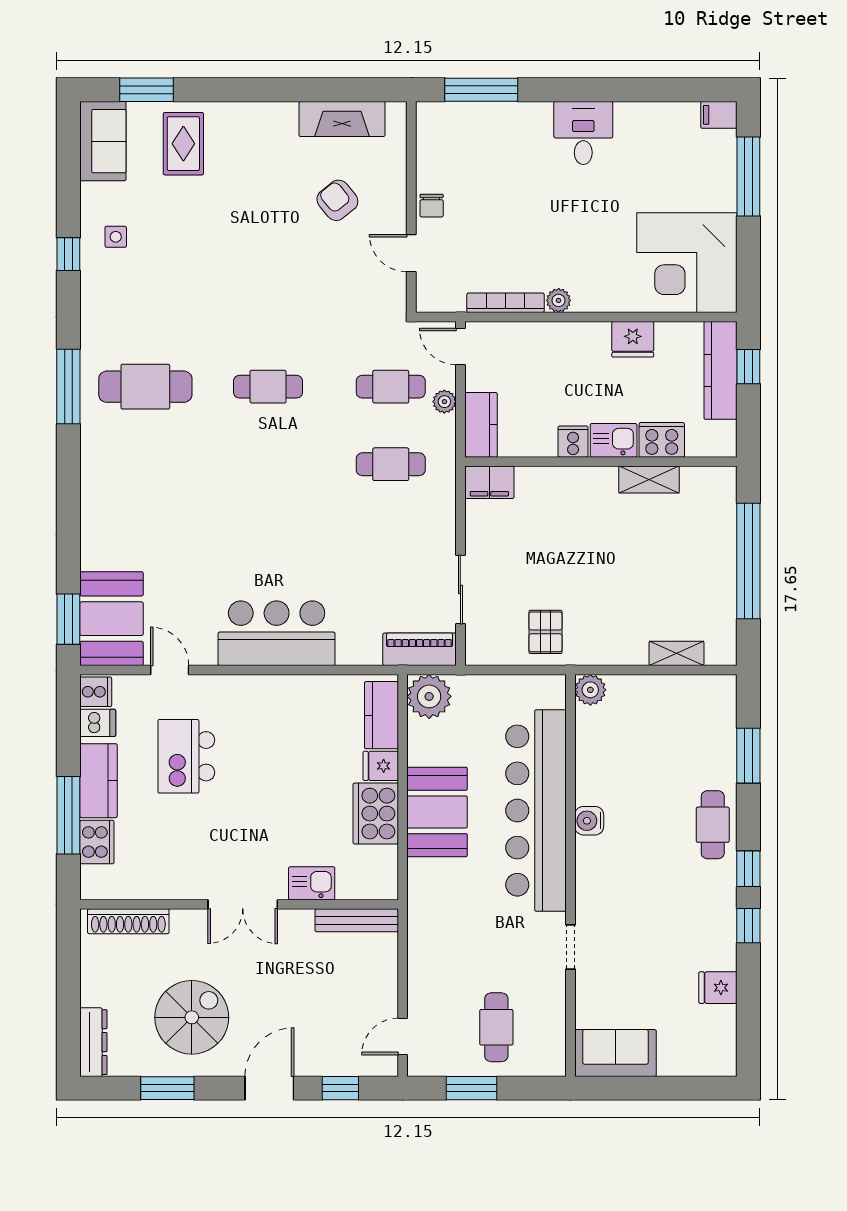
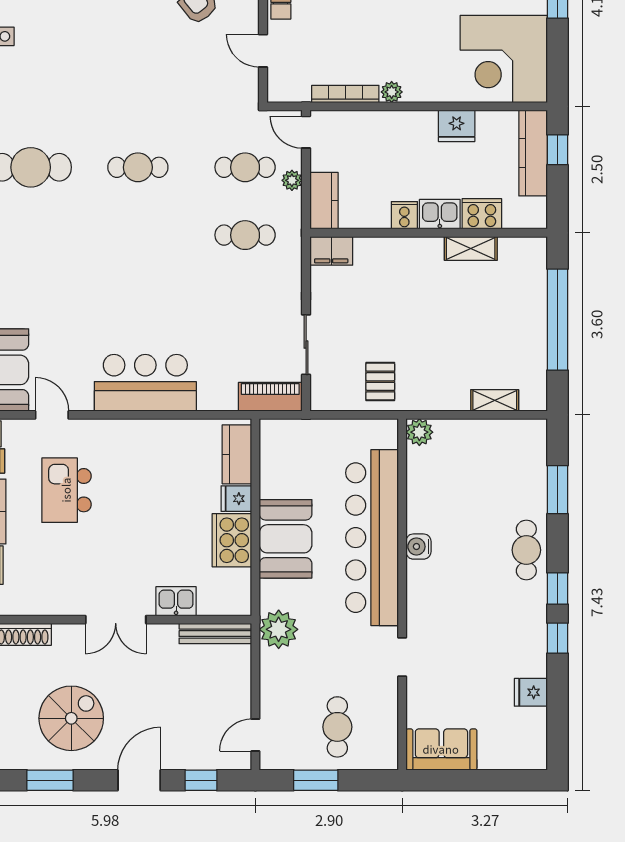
plant: (429, 696) -> (279, 629), moved

